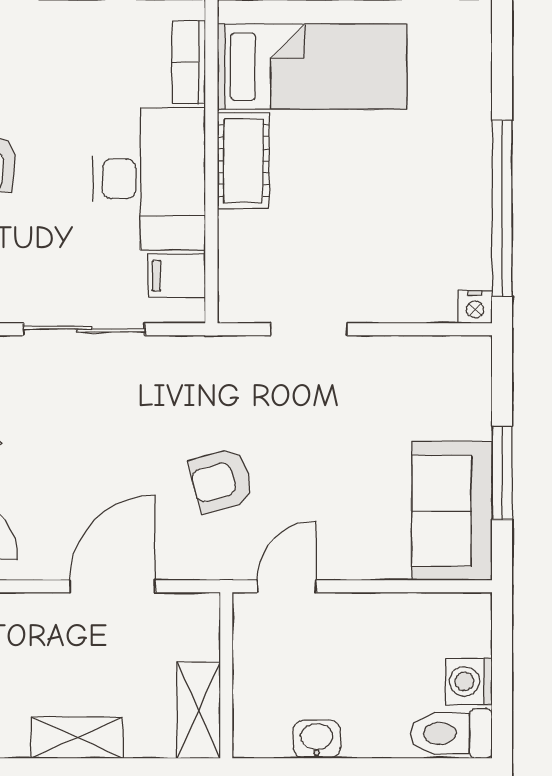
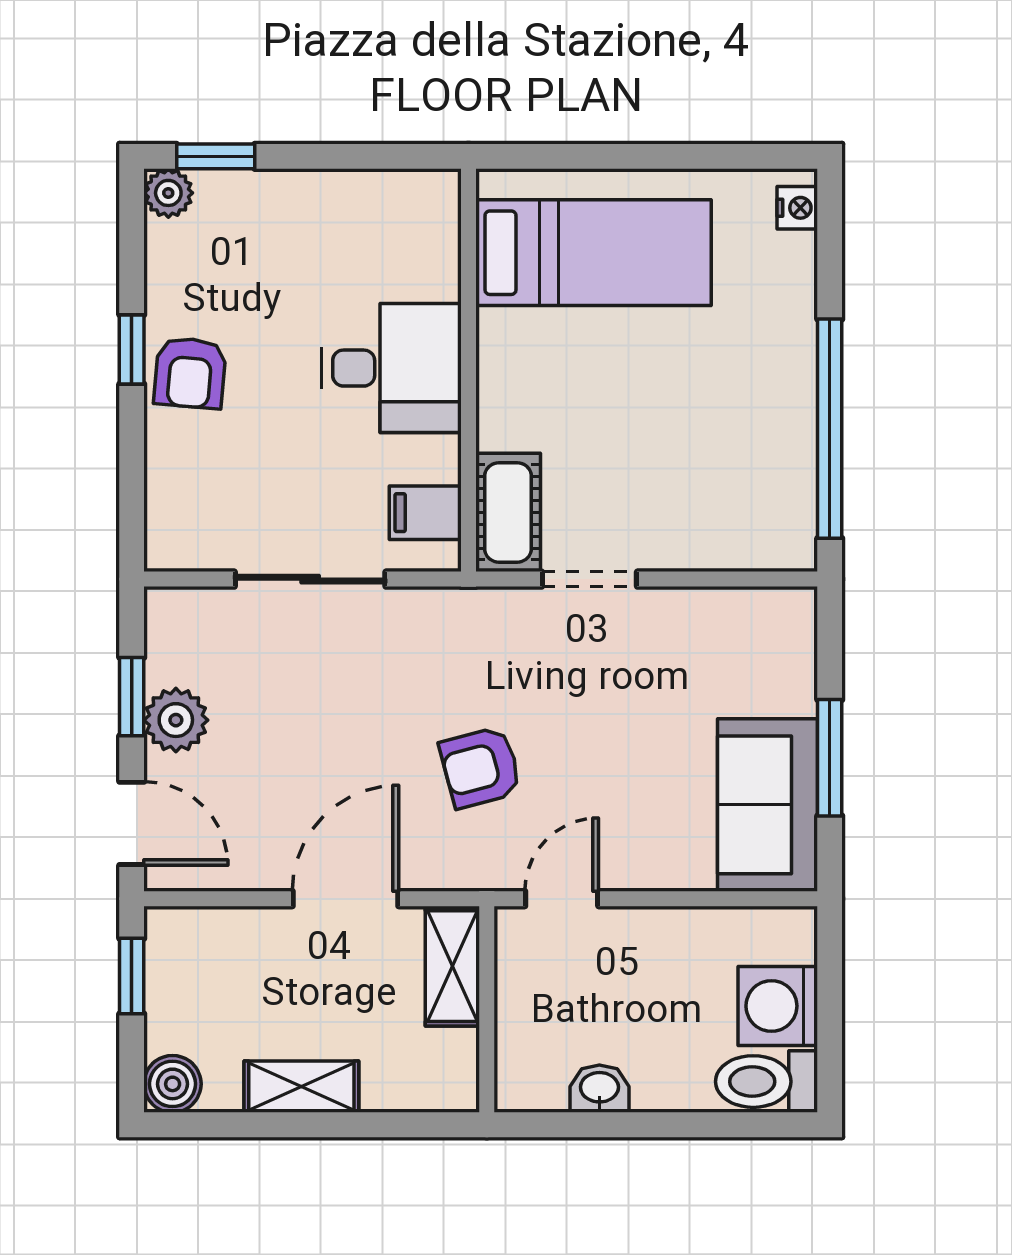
bookcase: (189, 62) -> (440, 247), removed
cot: (243, 161) -> (508, 512), moved
desk: (149, 179) -> (391, 368), width x0.73
nightstand: (475, 307) -> (797, 208), moved, turned -90
washing machine: (469, 681) -> (778, 1006), width x1.38, depth x1.38
shelving: (199, 710) -> (452, 966), moved

